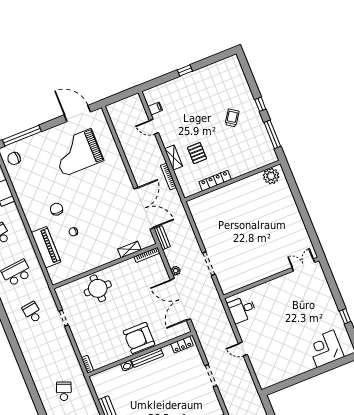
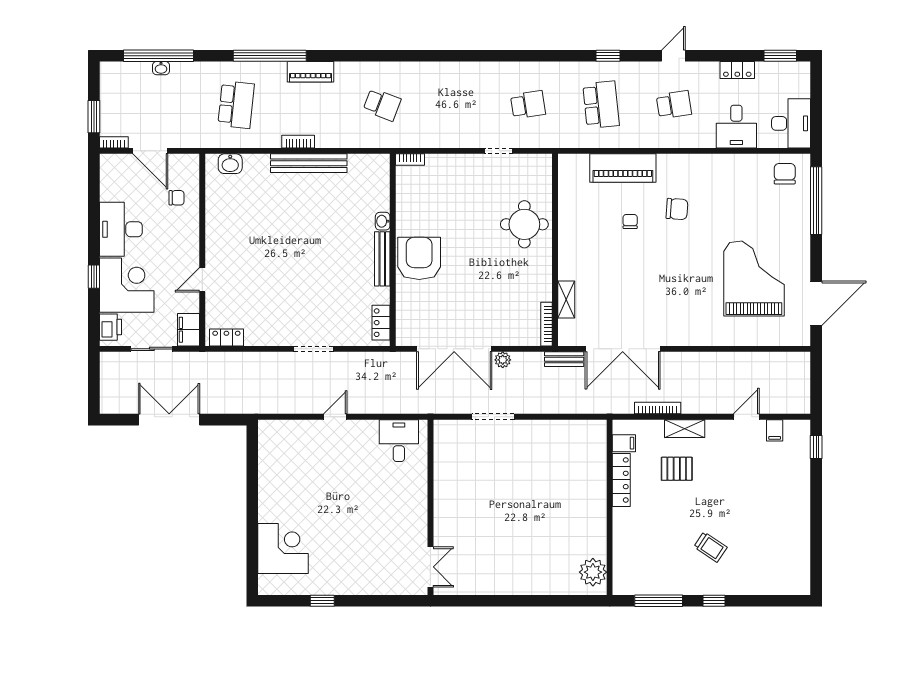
window: (185, 70) -> (816, 447), moved
filing cabinet: (195, 187) -> (624, 443), added
double door: (180, 299) -> (454, 349), swing flipped

